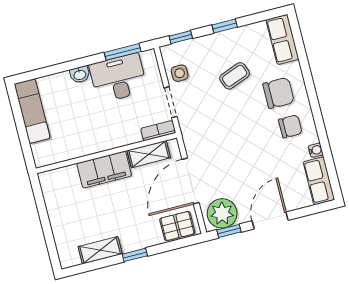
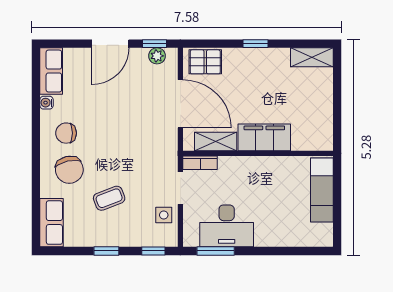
washbasin: (80, 75) -> (265, 239), removed
chair: (278, 93) -> (69, 170), turned -103
exam couch: (32, 111) -> (322, 190), moved
door: (191, 181) -> (180, 104), hinge flipped
plant: (222, 213) -> (157, 56), width x0.53, depth x0.53
shelving: (100, 250) -> (312, 57), moved

